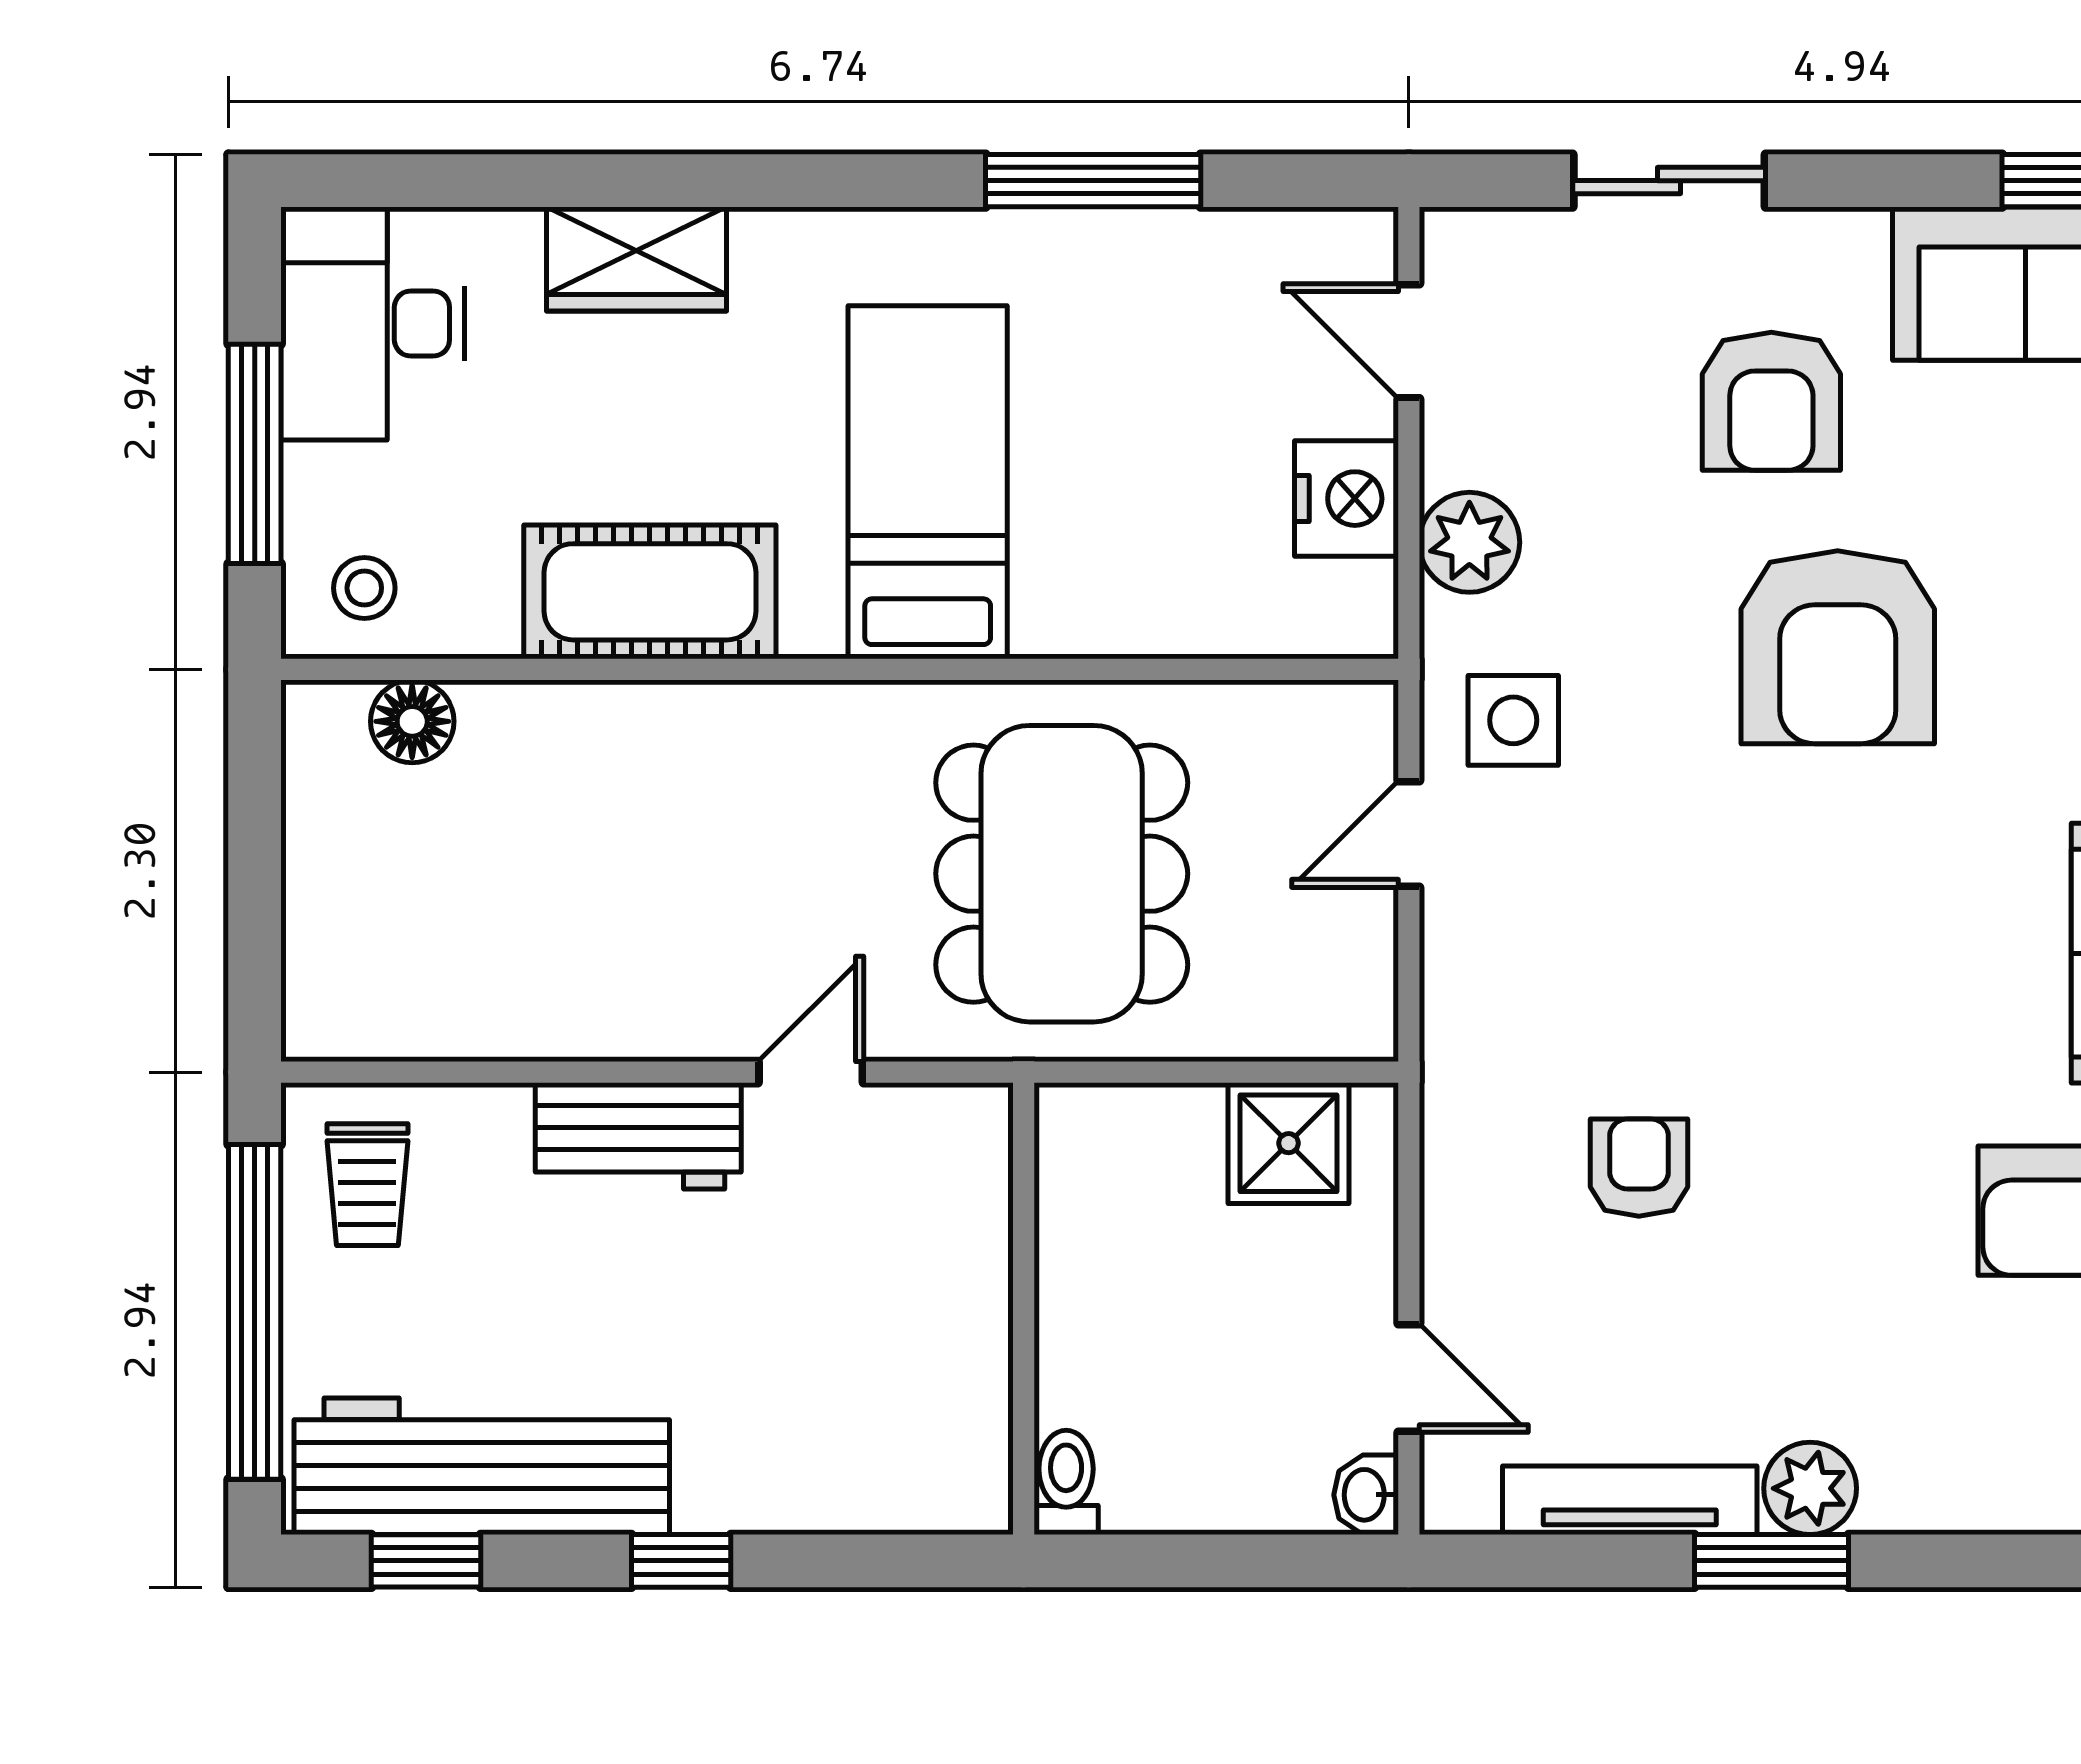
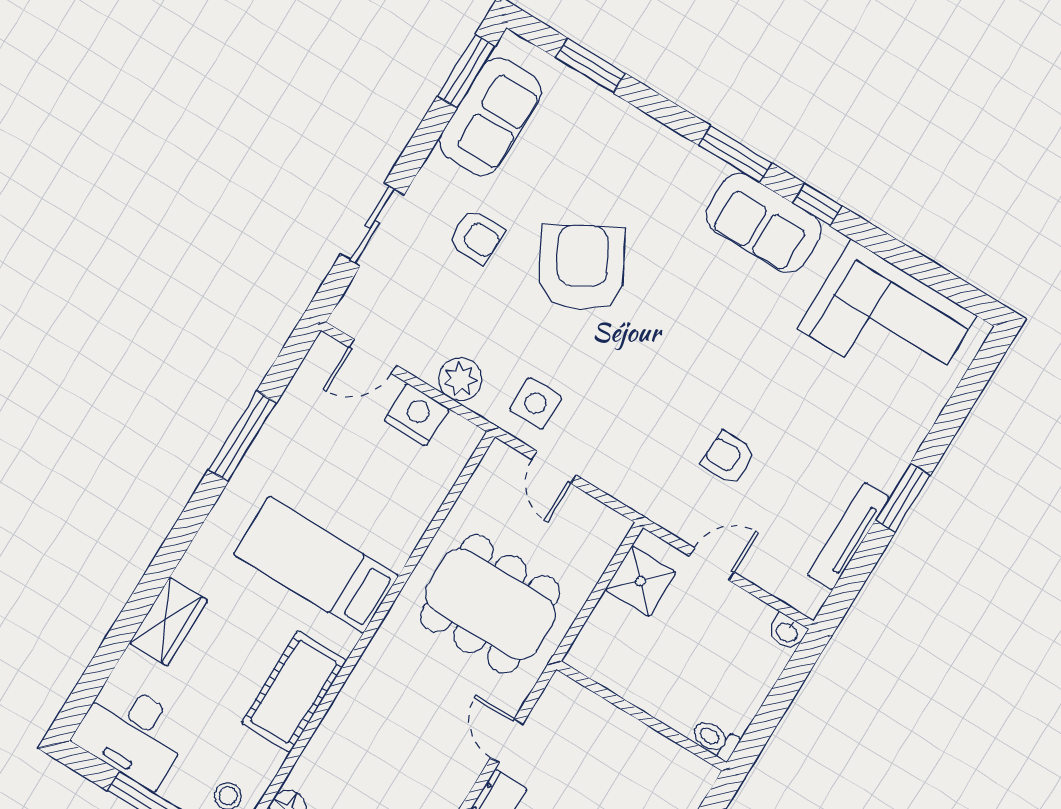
armchair: (1771, 401) -> (476, 237), width x0.72, depth x0.72
armchair: (1838, 647) -> (582, 268), turned -119
door: (1409, 1378) -> (712, 564), moved
plant: (1810, 1488) -> (885, 467), removed

